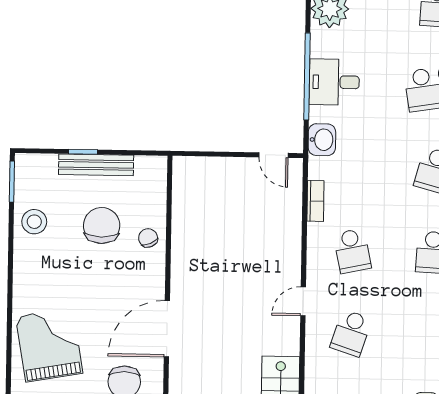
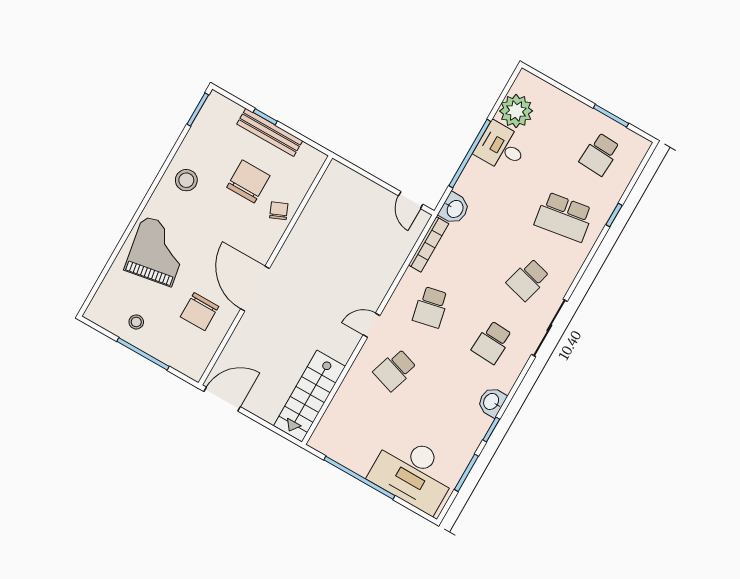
desk: (334, 82) -> (501, 147), moved
bookcase: (315, 201) -> (429, 244), width x1.56
stool: (34, 222) -> (186, 180), moved
door: (167, 329) -> (255, 289), hinge flipped

